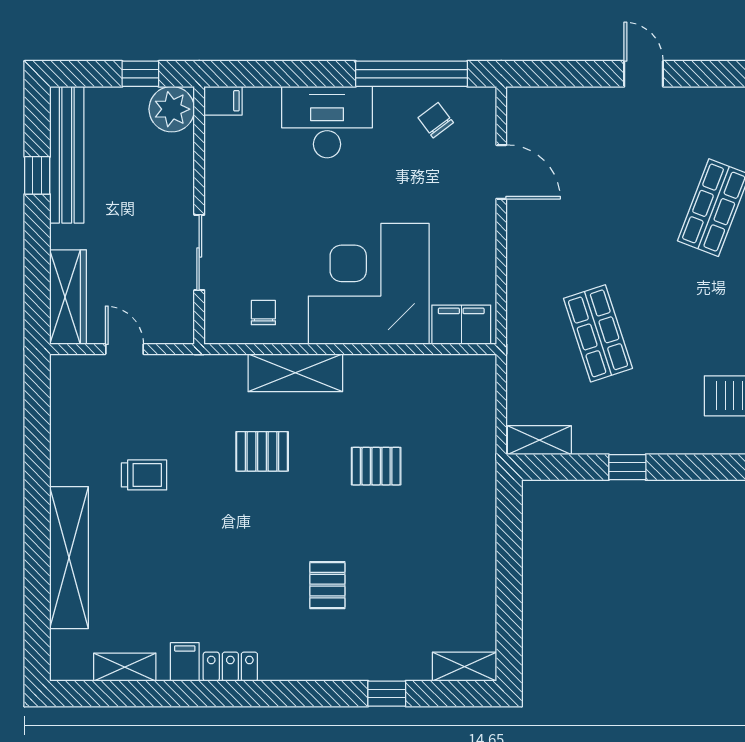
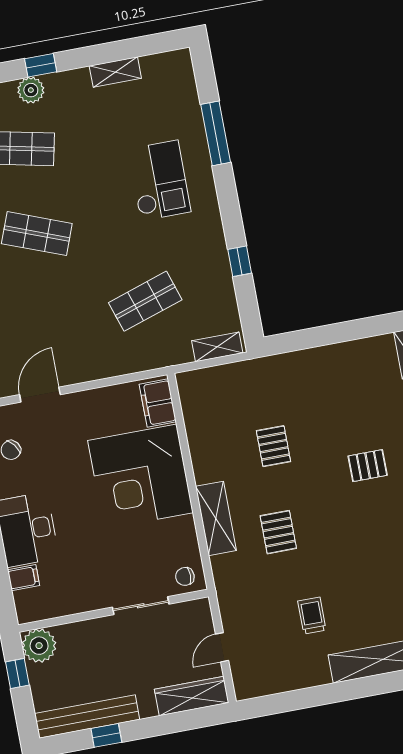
filing cabinet: (223, 101) -> (24, 578), moved, turned 90
chair: (263, 313) -> (185, 576), moved
shelving: (539, 440) -> (217, 347), moved, turned 90

